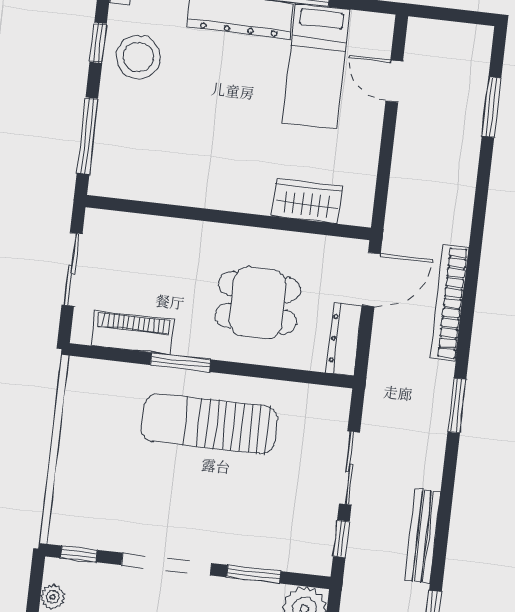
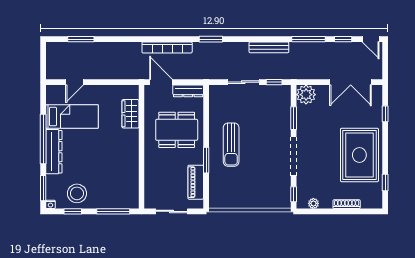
dining table: (258, 303) -> (177, 130), width x1.37
sun lounger: (209, 424) -> (231, 145), width x0.73, depth x0.75

